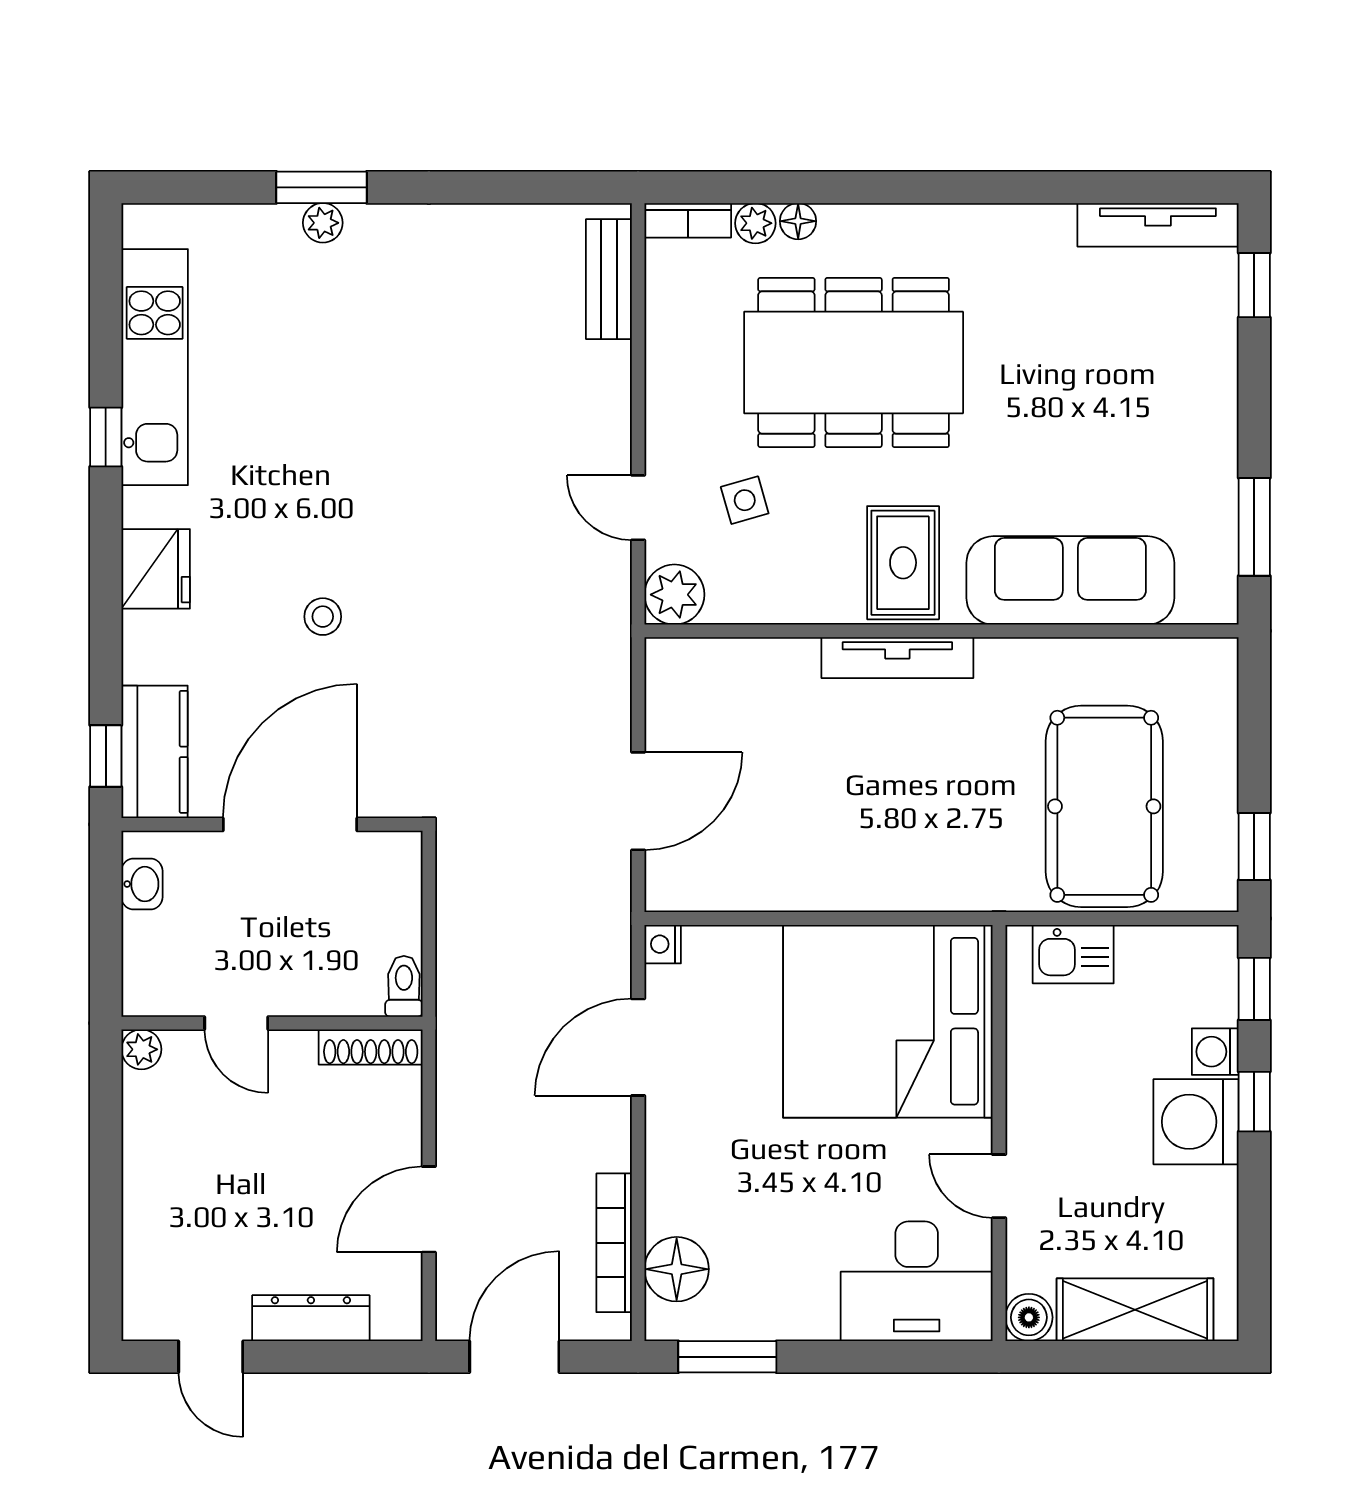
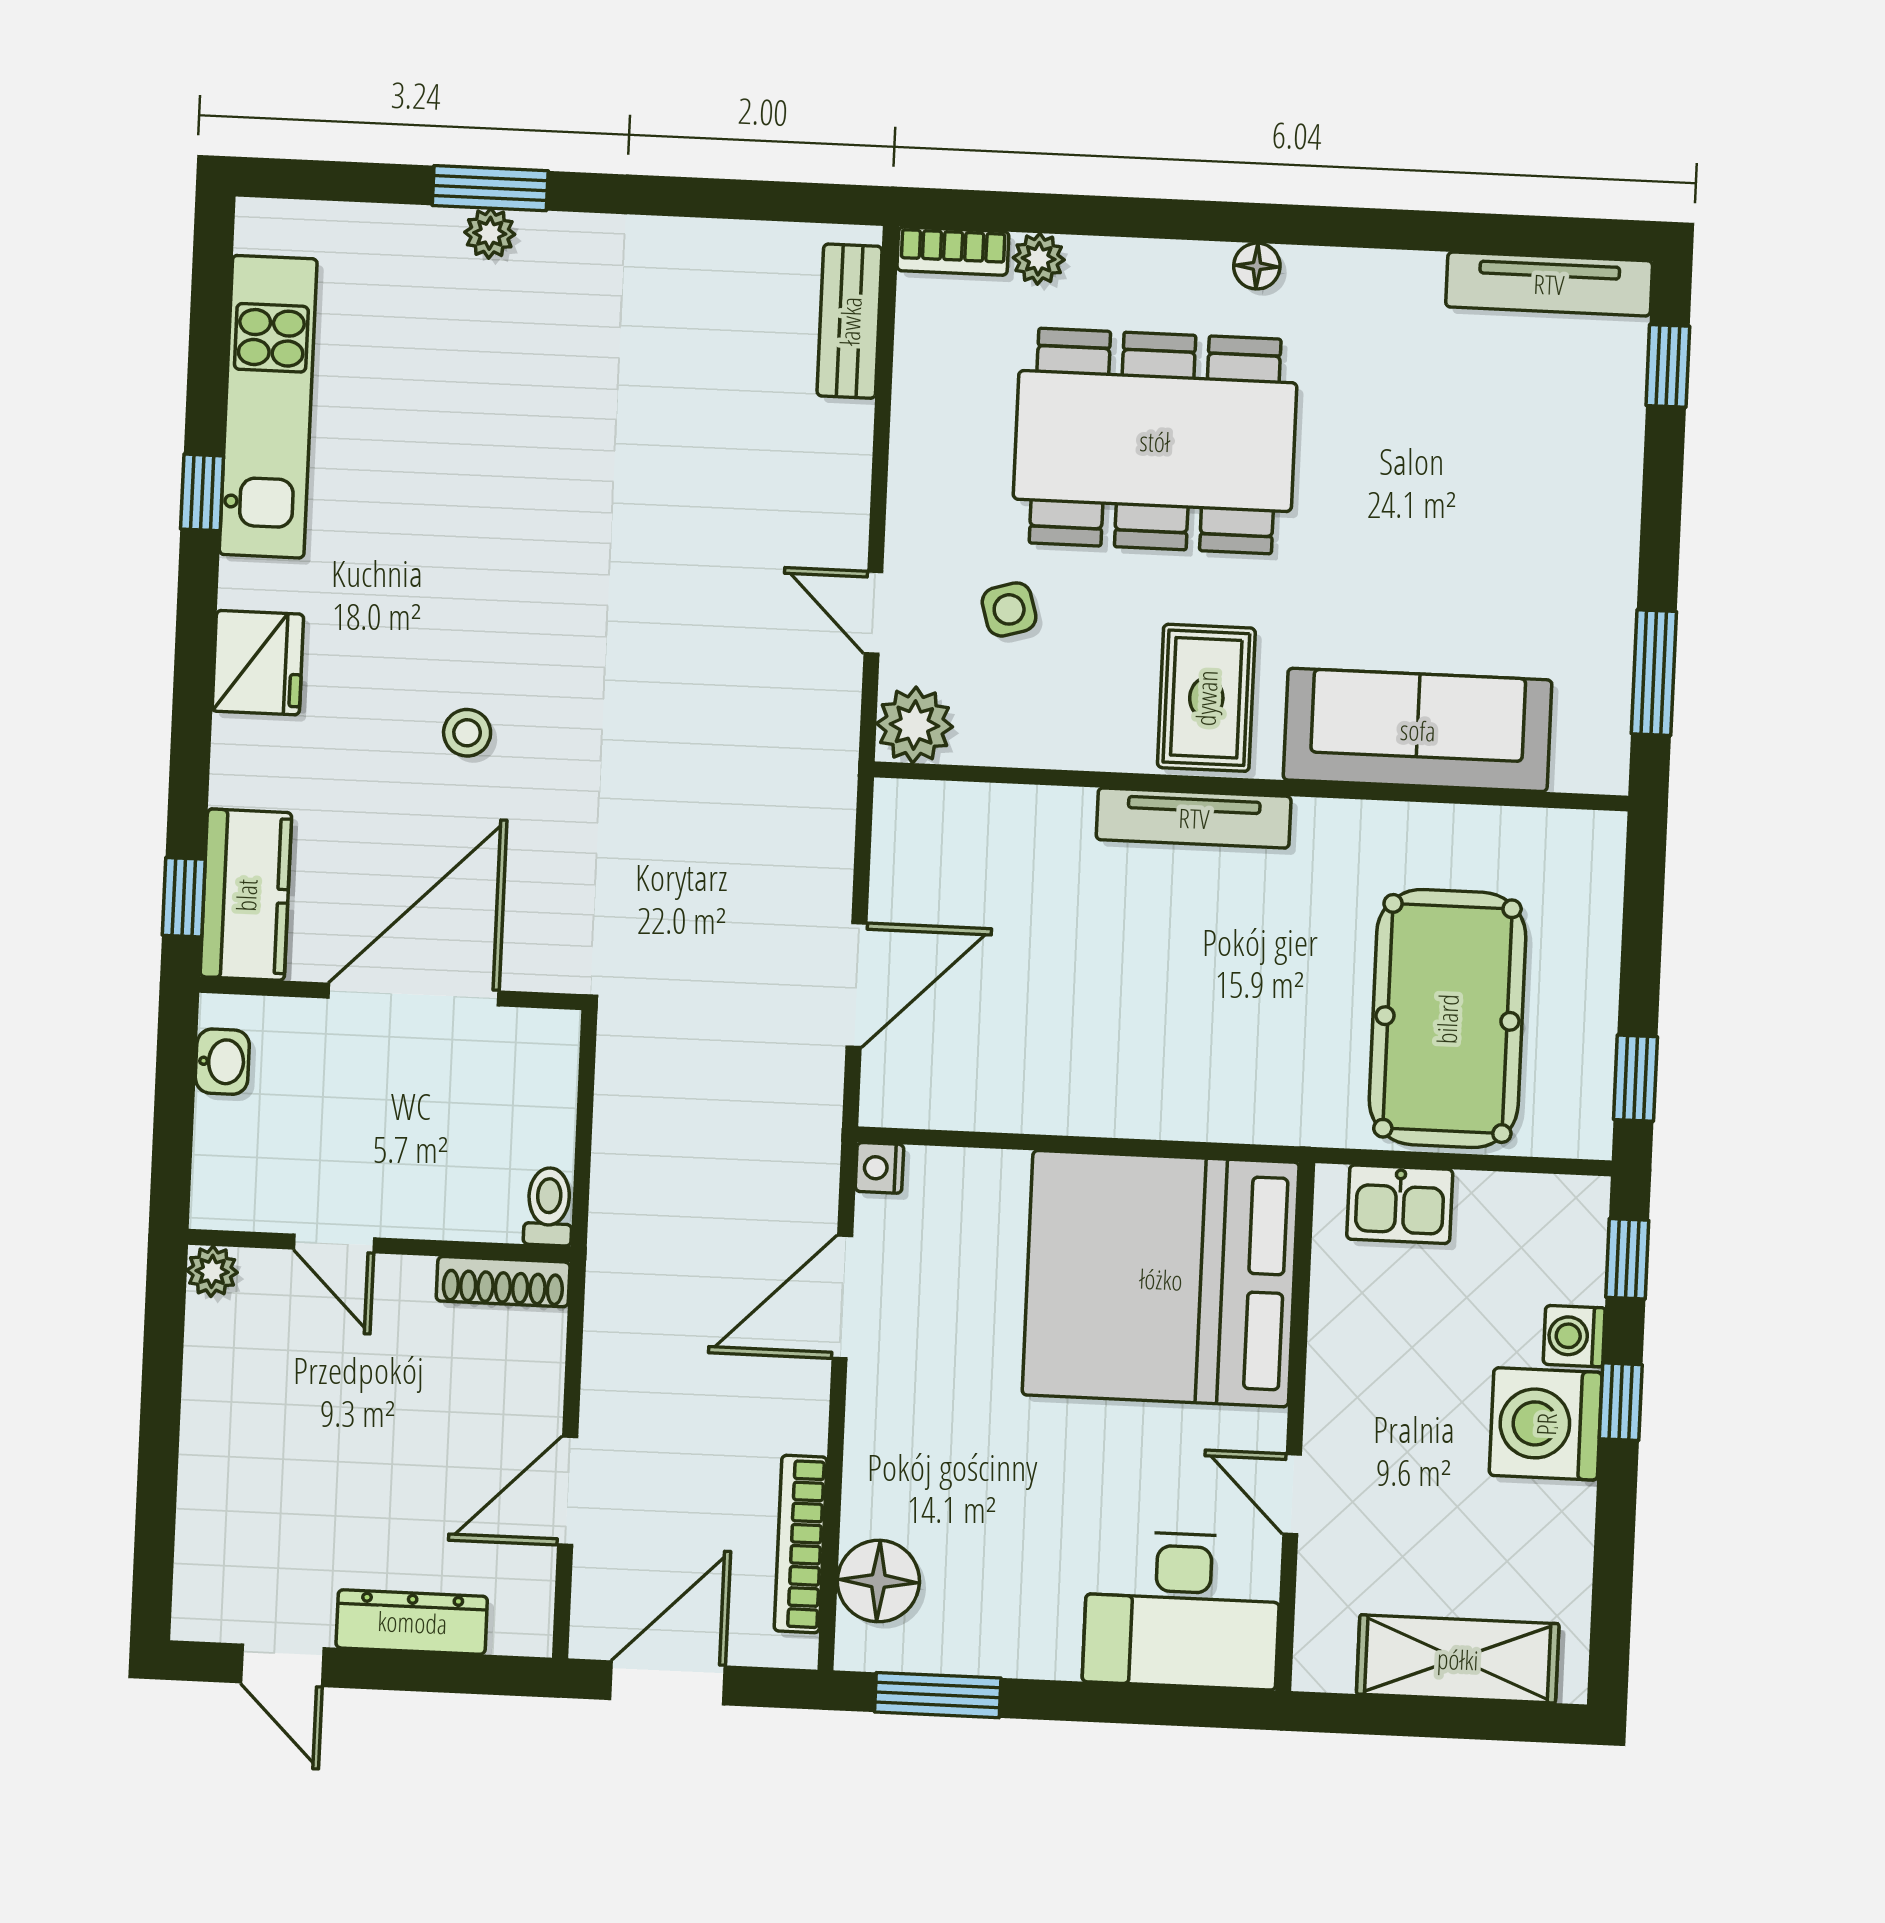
floor lamp: (798, 221) -> (1257, 266), moved
boiler: (1029, 1317) -> (1322, 1663), removed

